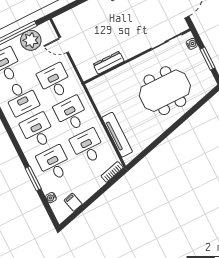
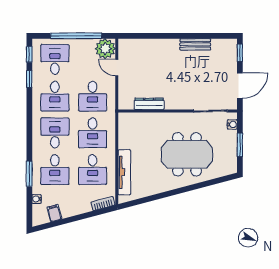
plant: (31, 40) -> (105, 49), moved
desk: (55, 81) -> (93, 96), turned 180
desk: (71, 114) -> (93, 133), turned 180
desk: (88, 147) -> (93, 170), turned 180
desk: (54, 163) -> (55, 170), turned 180

